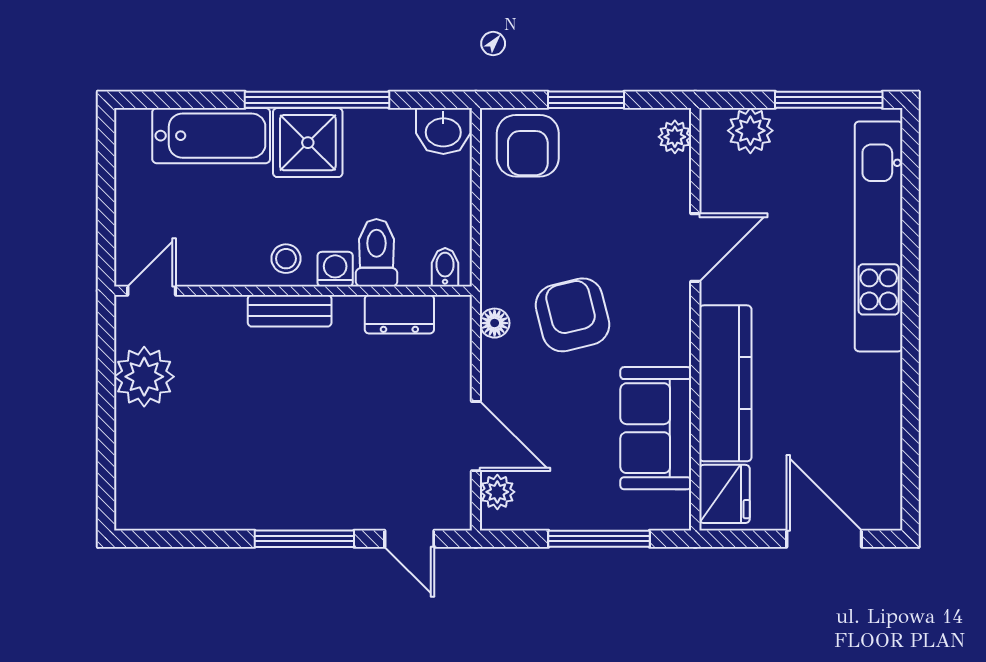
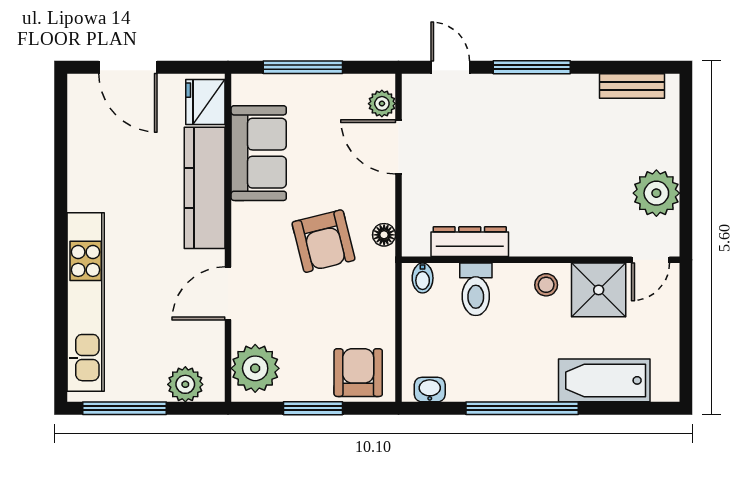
washbasin: (443, 131) -> (430, 390), width x0.72, depth x0.69
plant: (675, 137) -> (255, 368), width x1.88, depth x1.88
shower: (308, 143) -> (599, 290), moved
washing machine: (335, 269) -> (508, 277), removed
bench: (290, 311) -> (632, 86), moved
dresser: (399, 314) -> (470, 242), width x1.44

